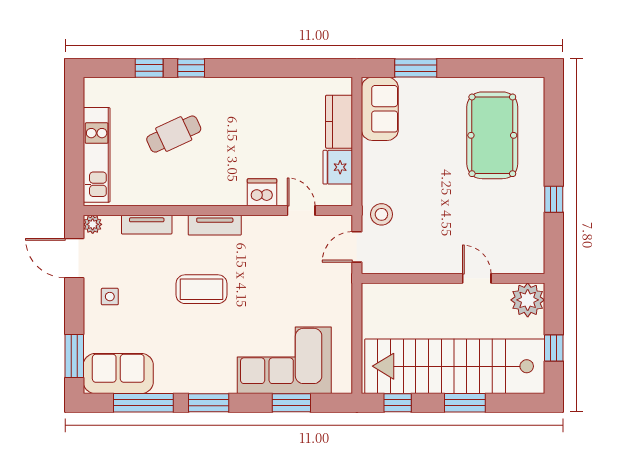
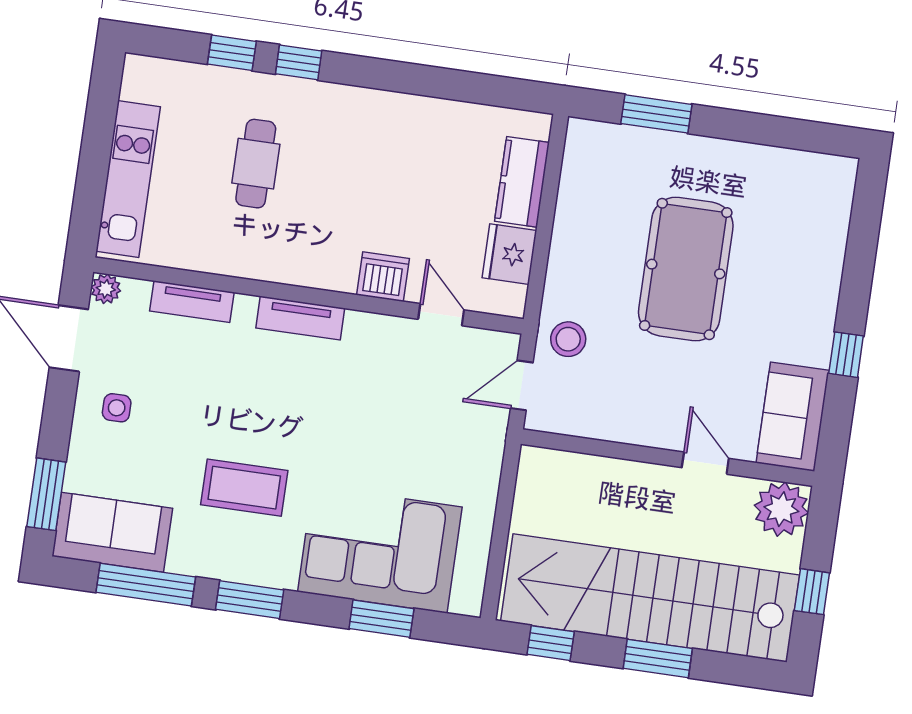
sofa: (380, 109) -> (793, 417), moved, turned 180
cafe table: (174, 134) -> (256, 164), turned -65
pool table: (492, 135) -> (686, 269), moved
coffee table: (201, 289) -> (244, 488), moved

